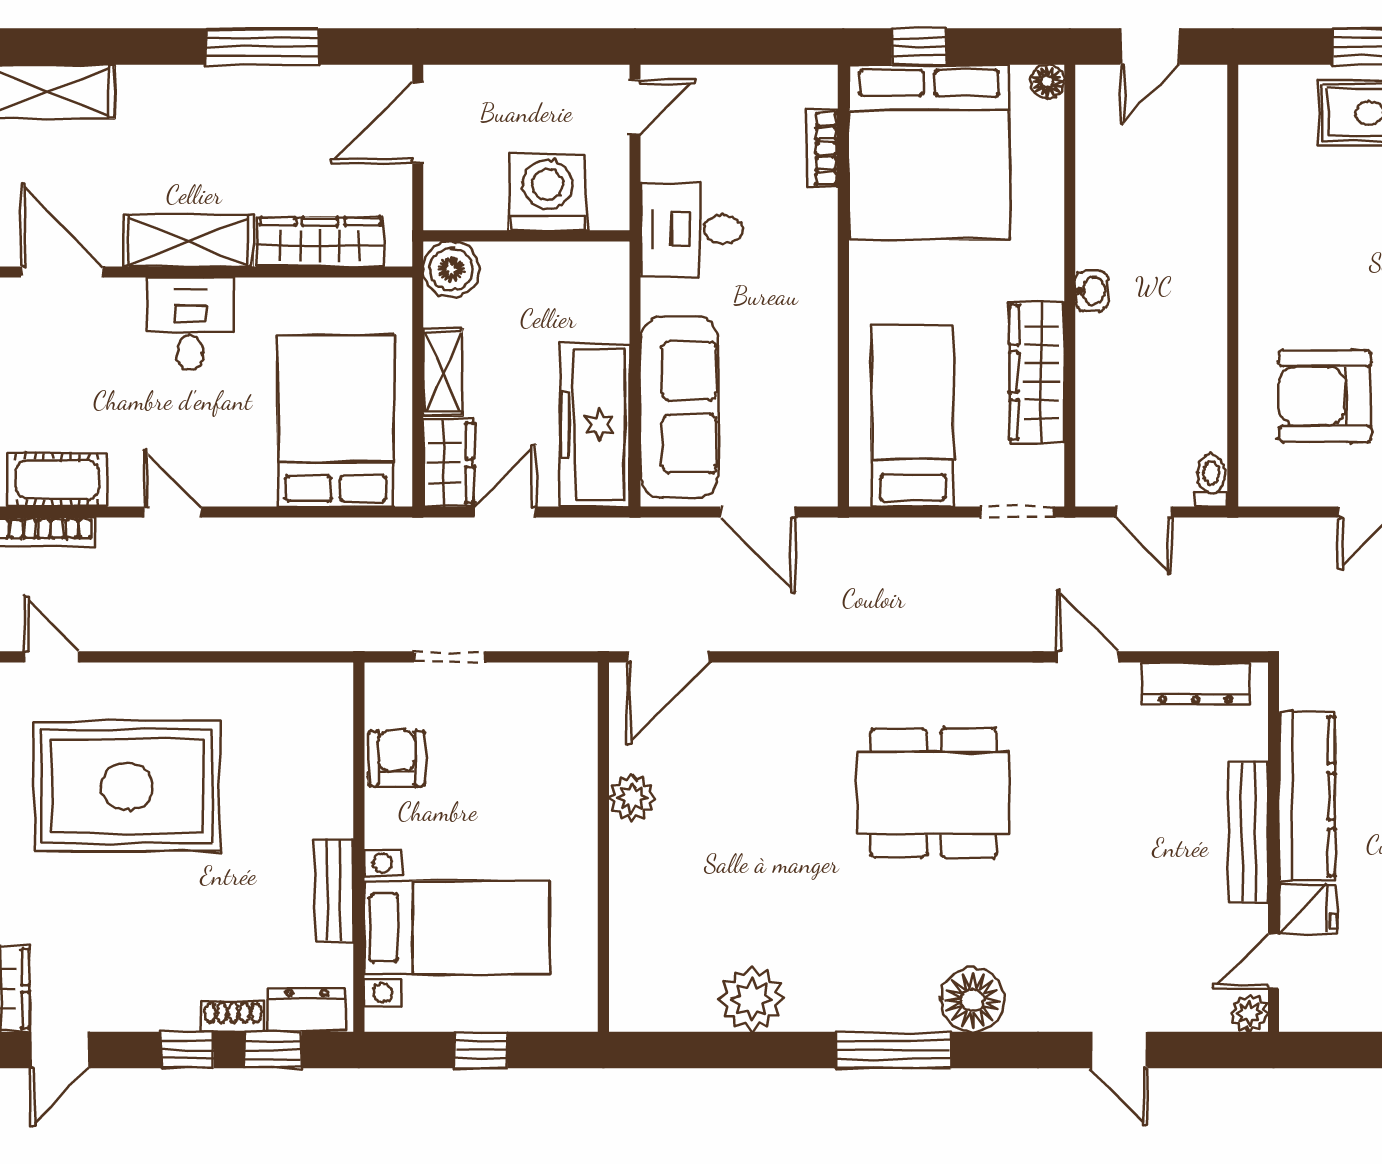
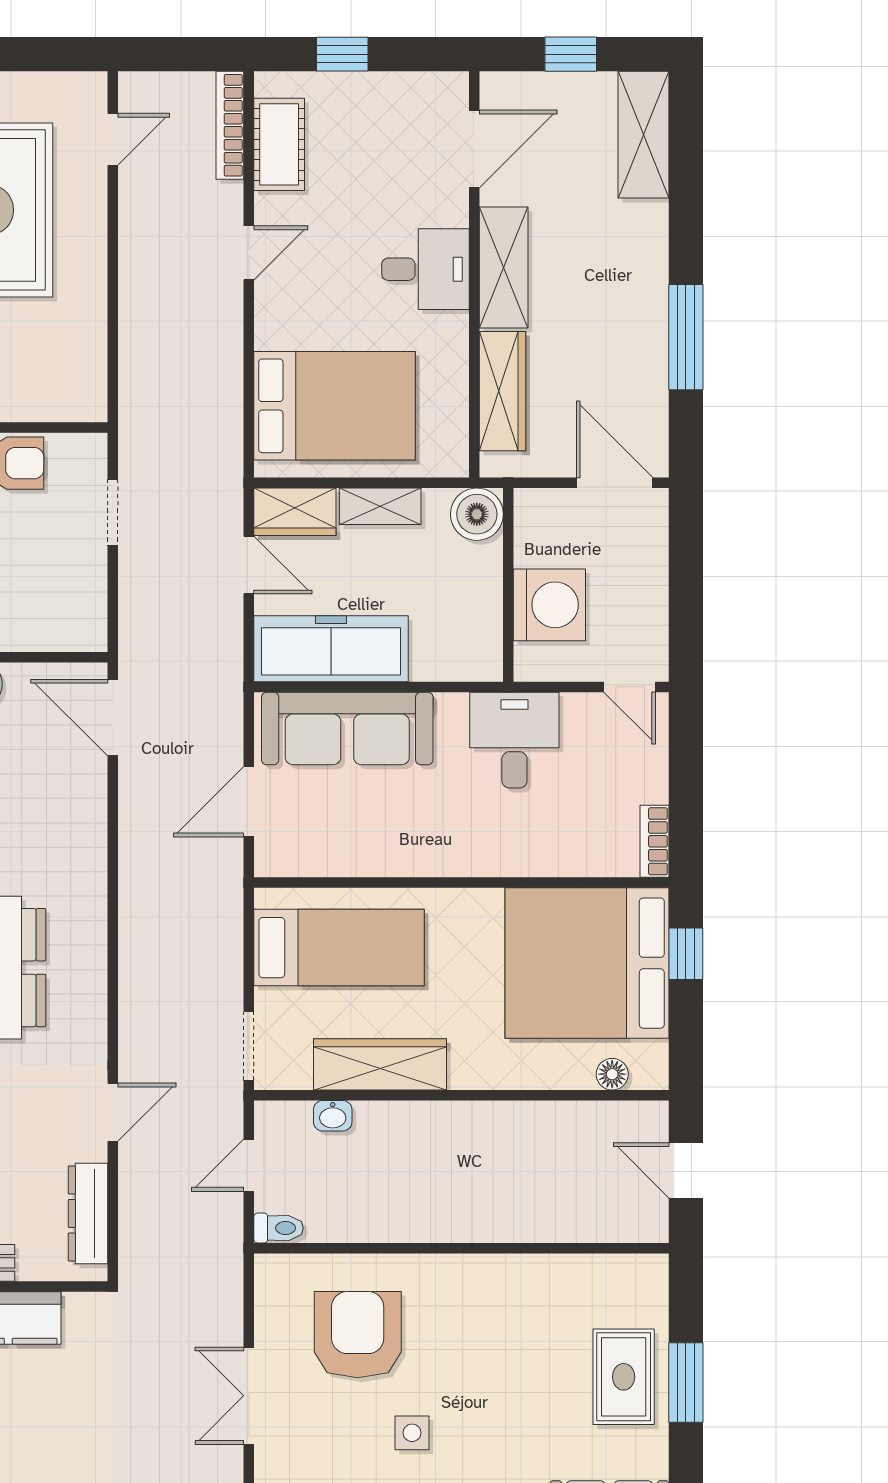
floor lamp: (1047, 82) -> (612, 1074), moved
bookcase: (823, 149) -> (655, 841), moved, turned -90
washbasin: (1092, 291) -> (333, 1116), moved

